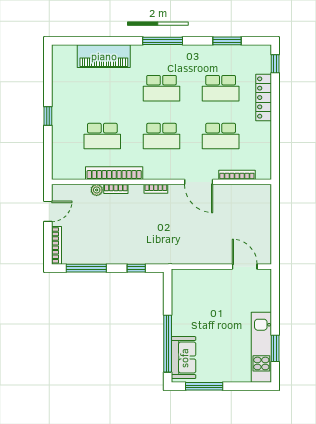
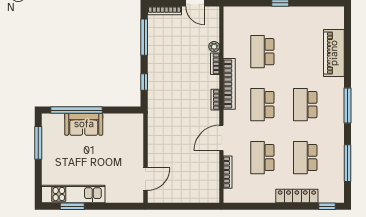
window: (227, 41) -> (348, 163), width x1.44
bookcase: (114, 173) -> (229, 84), moved
sofa: (184, 358) -> (84, 124), moved

